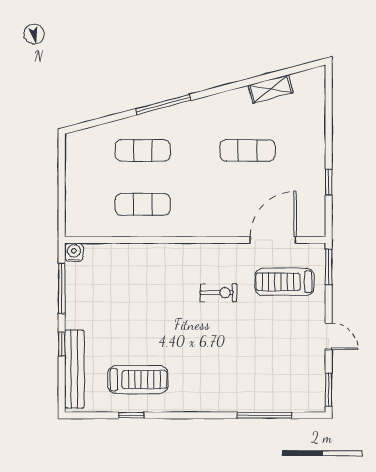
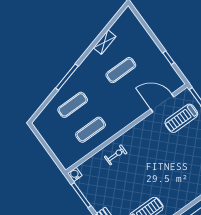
shelving: (271, 89) -> (105, 42), moved
door: (273, 240) -> (162, 103), hinge flipped
exercise bike: (218, 293) -> (116, 155), moved

